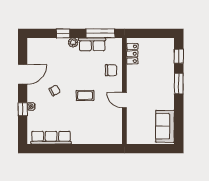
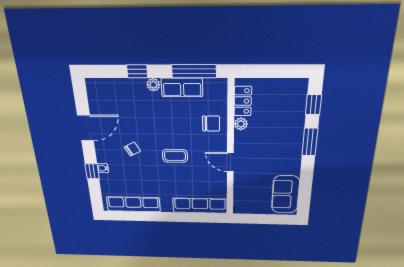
plant: (131, 70) -> (241, 124), added
row of seats: (102, 138) -> (200, 206), added

